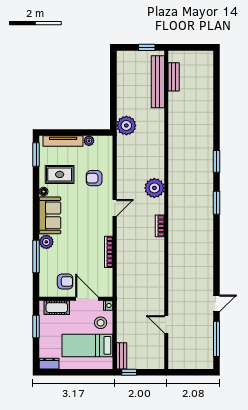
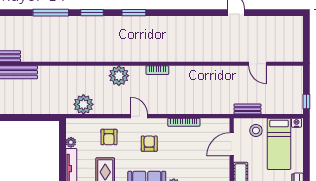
plant: (126, 125) -> (83, 104), moved
armchair: (65, 281) -> (149, 144), moved
nightstand: (108, 306) -> (296, 123), moved
door: (166, 324) -> (258, 64), hinge flipped
window: (216, 339) -> (51, 13), moved
bench: (122, 356) -> (247, 109), moved

